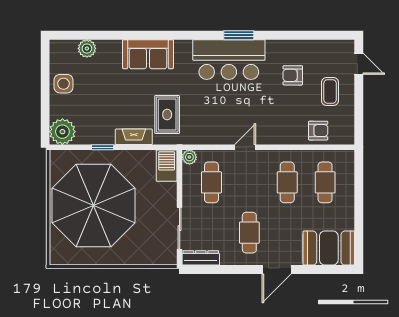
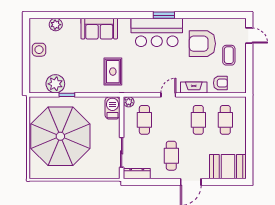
armchair: (293, 75) -> (202, 44), width x1.88, depth x1.88
plant: (62, 132) -> (55, 84), moved
fireplace: (134, 137) -> (194, 87), moved

